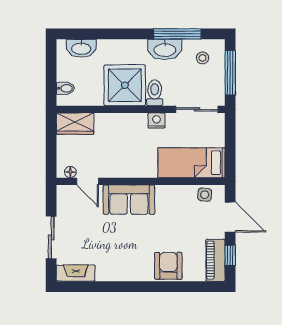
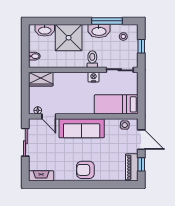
window: (230, 73) -> (141, 46), width x0.46
shower: (125, 85) -> (69, 38), moved
sofa: (129, 200) -> (82, 128), width x1.36
sliding door: (51, 237) -> (25, 142), moved
armchair: (168, 266) -> (85, 170), moved, turned -90

